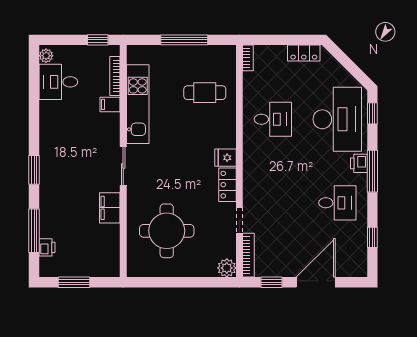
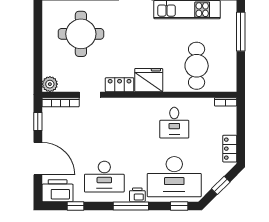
window: (184, 40) -> (241, 32), moved
window: (348, 64) -> (221, 185), added
cafe table: (205, 93) -> (197, 66), width x1.37, depth x1.35
fridge: (226, 158) -> (149, 80), width x1.88, depth x1.34
desk: (337, 203) -> (104, 177), width x1.37
printer: (354, 259) -> (58, 191), added

